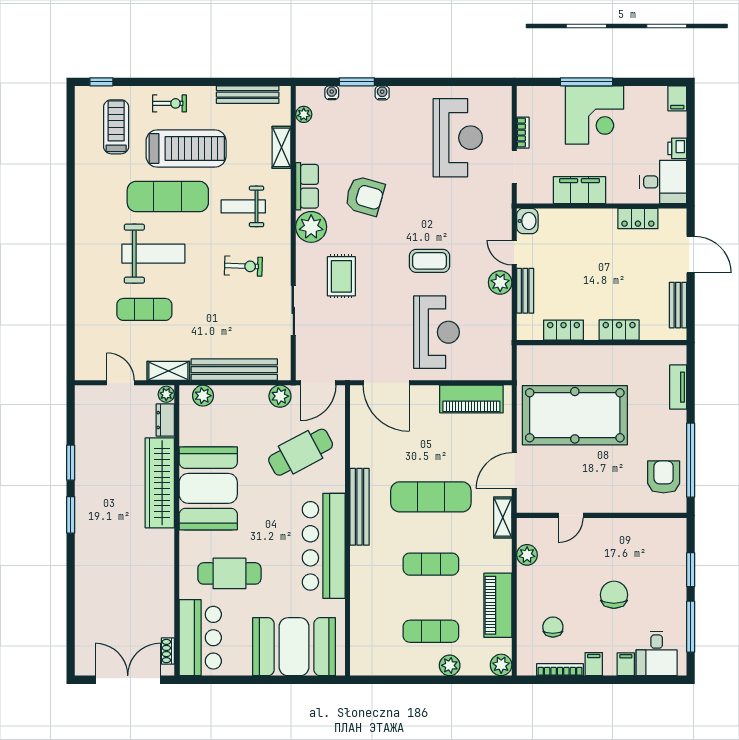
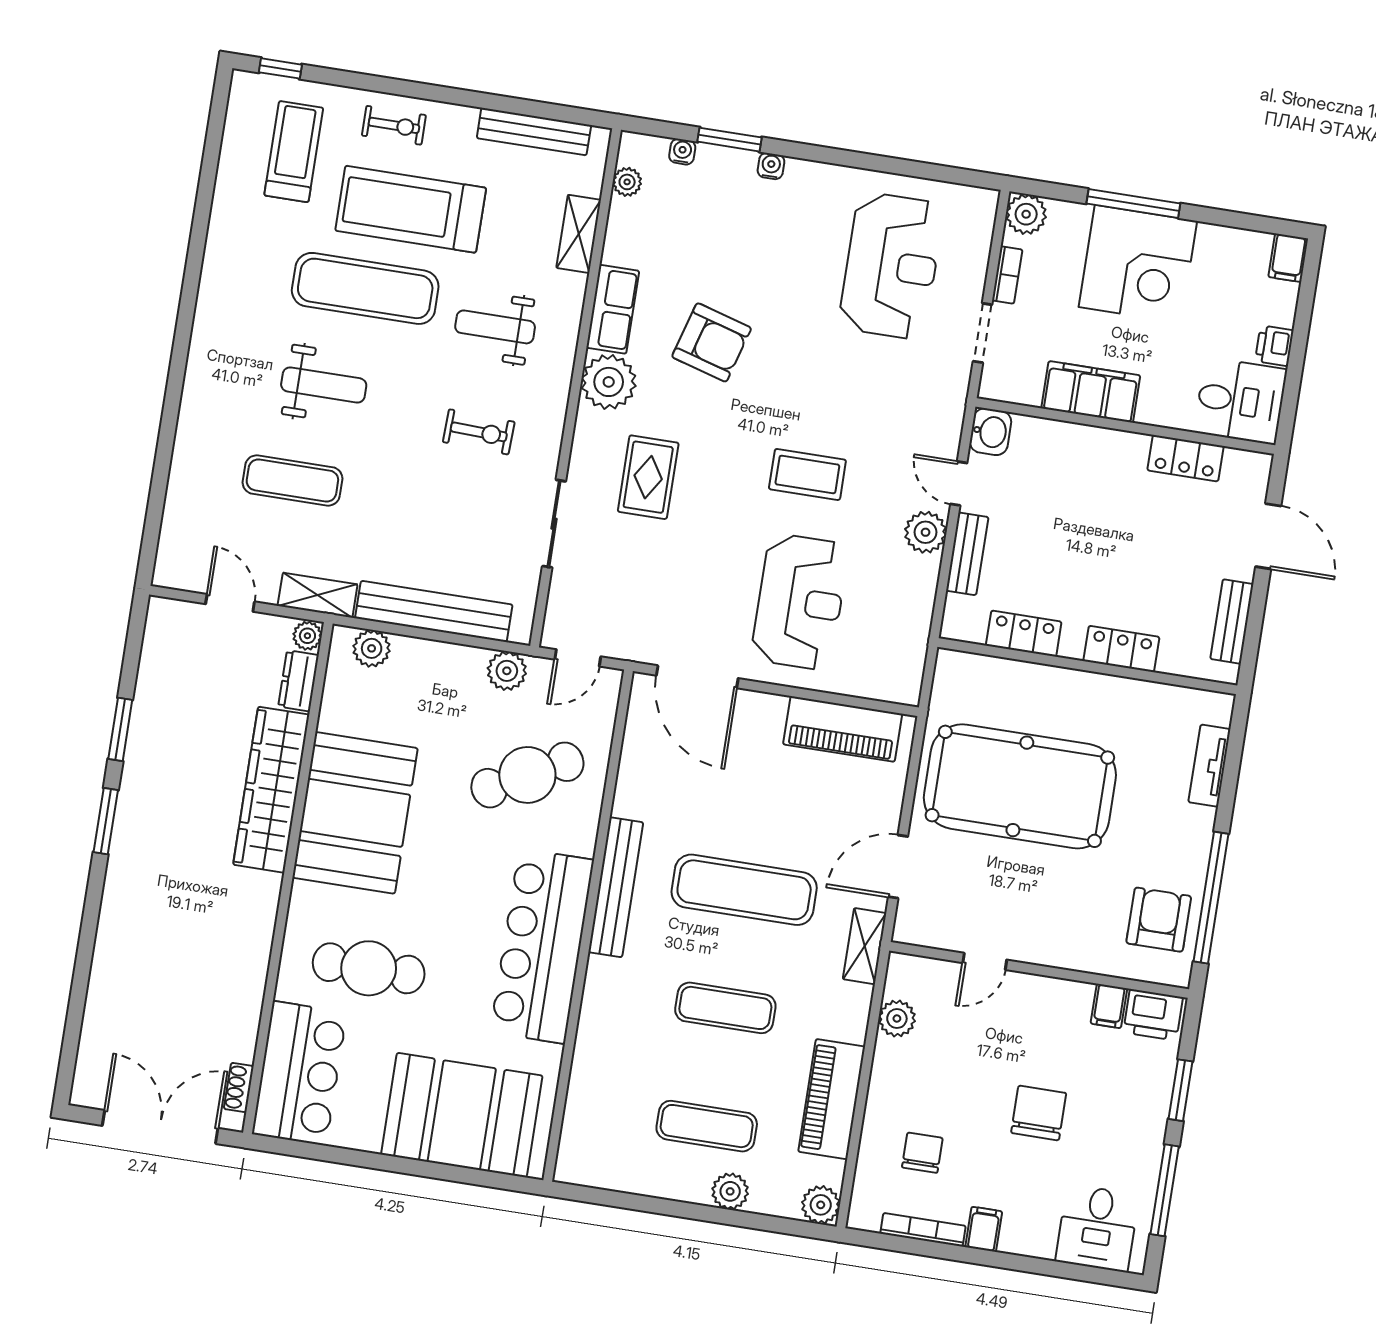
plant: (528, 97) -> (1026, 214), added
treadmill: (186, 149) -> (411, 209), turned 180
weight bench: (153, 254) -> (324, 385), width x0.73, depth x0.75
door: (318, 383) -> (578, 658), width x0.73
printer: (669, 530) -> (1153, 1015), added
filing cabinet: (626, 664) -> (1109, 1006), moved, turned 180

